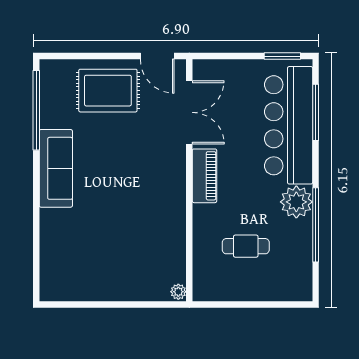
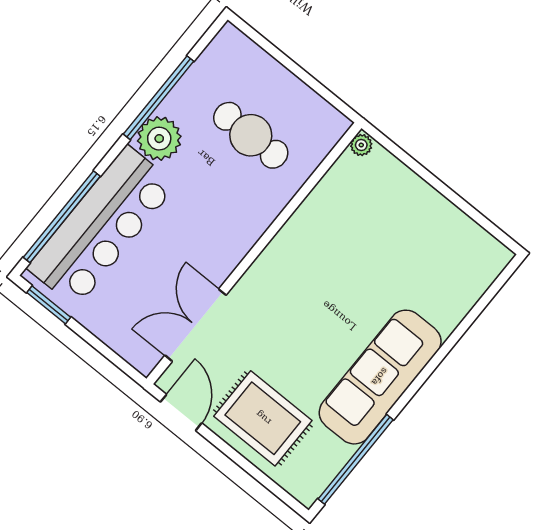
window: (316, 112) -> (62, 217), width x1.46
sofa: (56, 168) -> (380, 377), width x1.36, depth x1.27
piano: (205, 176) -> (234, 245), removed
cafe table: (246, 246) -> (251, 135), width x1.37, depth x1.35

